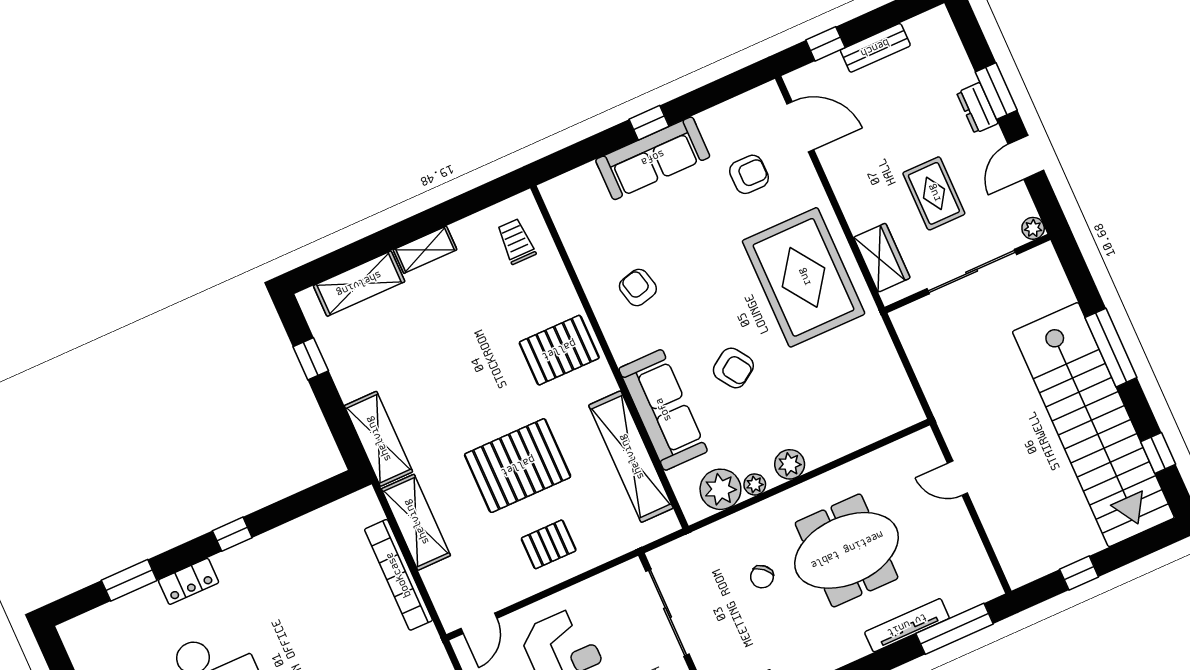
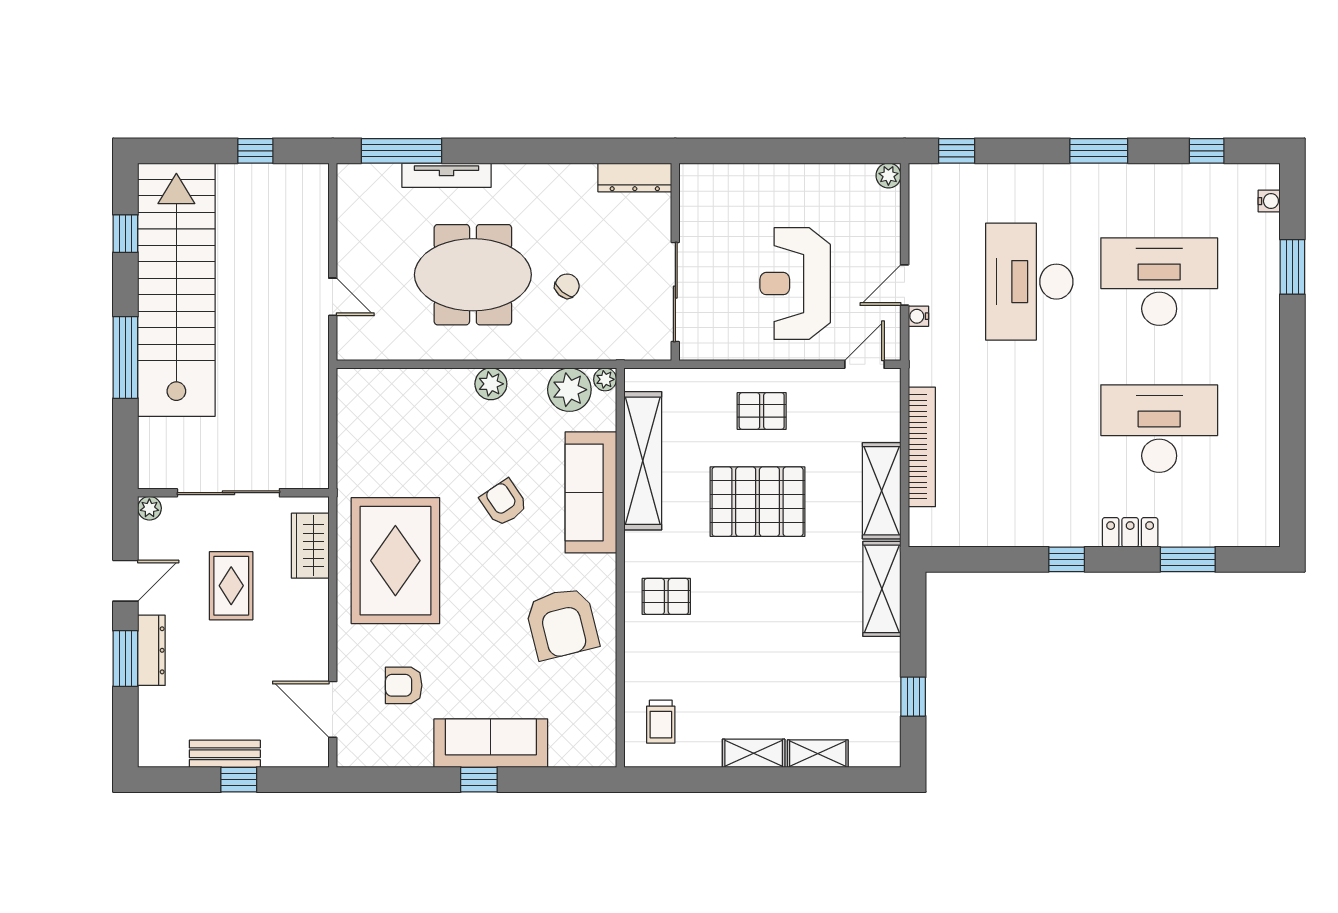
window: (825, 44) -> (239, 780), moved
dresser: (977, 108) -> (151, 650), width x1.44
shelving: (359, 284) -> (818, 754), width x0.67, depth x0.75
armchair: (638, 287) -> (562, 623), width x1.88, depth x1.88
pallet: (559, 350) -> (666, 596), width x0.67, depth x0.71
plant: (755, 484) -> (605, 379), moved

